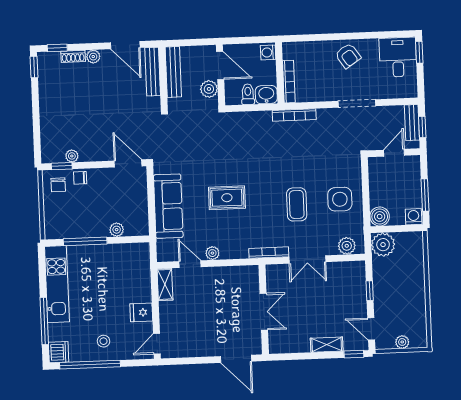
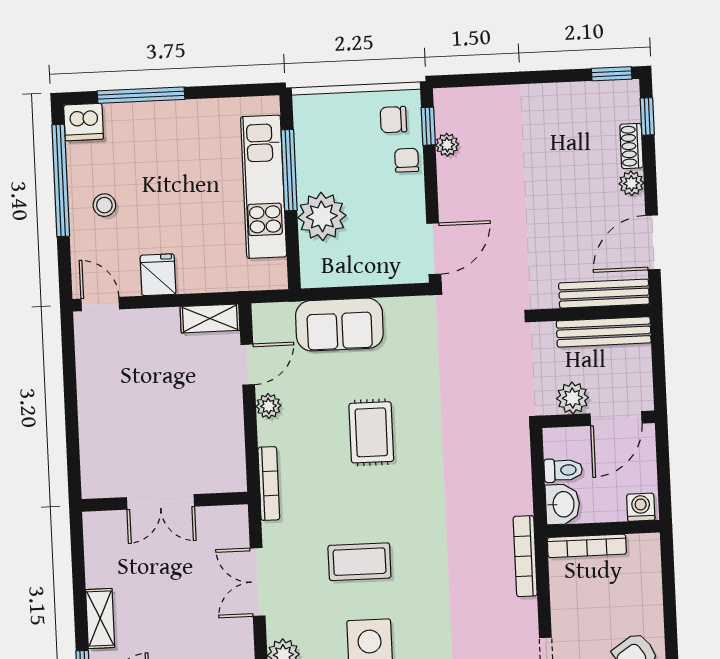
sofa: (168, 206) -> (339, 324), width x0.73
plant: (117, 230) -> (322, 216), width x1.87, depth x1.87
bookcase: (269, 253) -> (269, 483), moved
kitchen unit: (57, 284) -> (264, 187), moved, turned 90
door: (236, 359) -> (73, 451), removed

